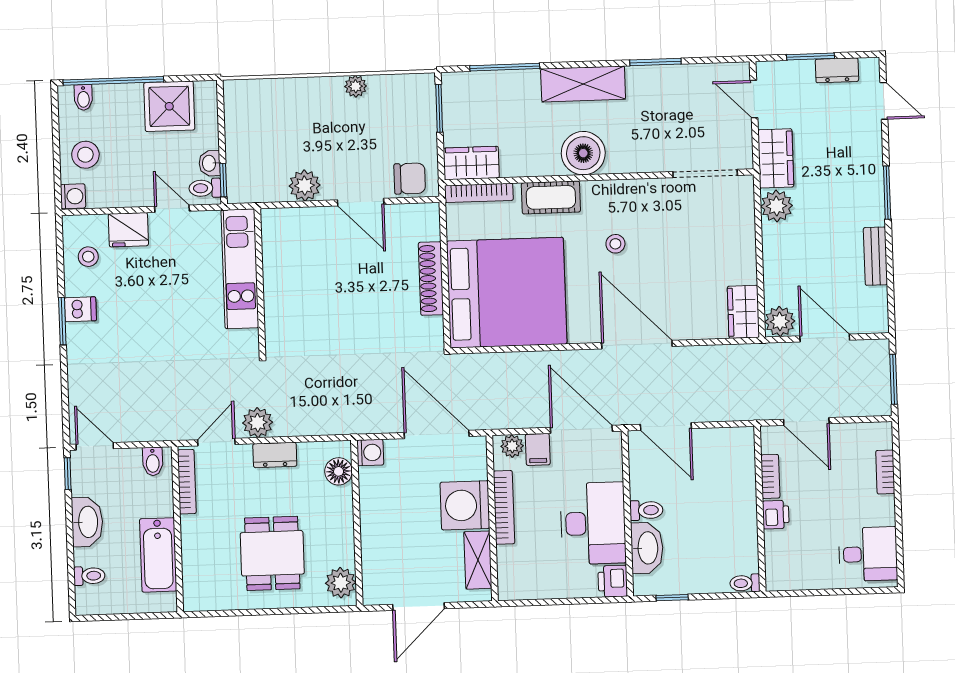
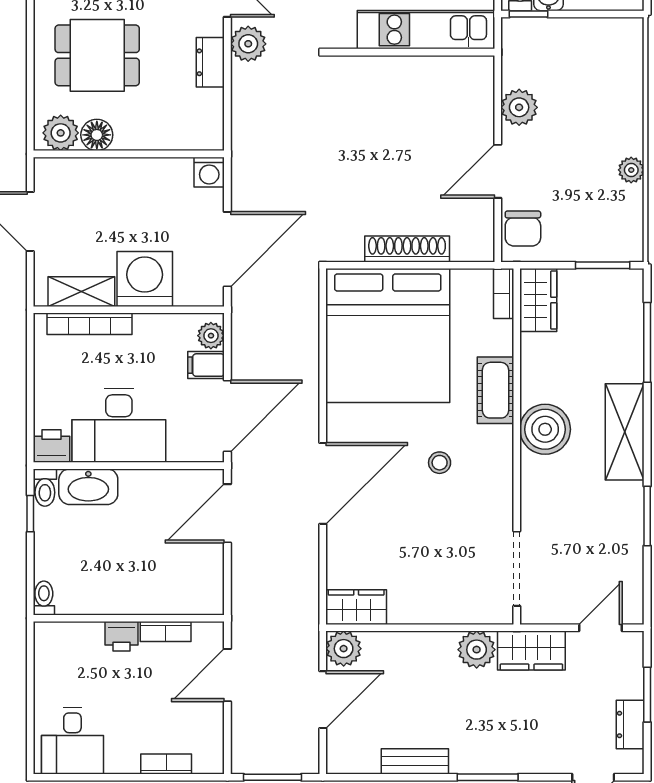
bookcase: (479, 193) -> (504, 294), width x0.64
floor lamp: (339, 471) -> (97, 135), moved
bookcase: (504, 507) -> (89, 324), moved
toilet: (646, 510) -> (45, 488), moved

